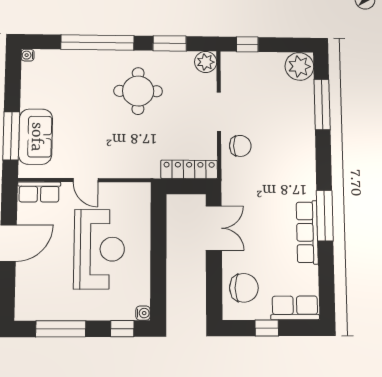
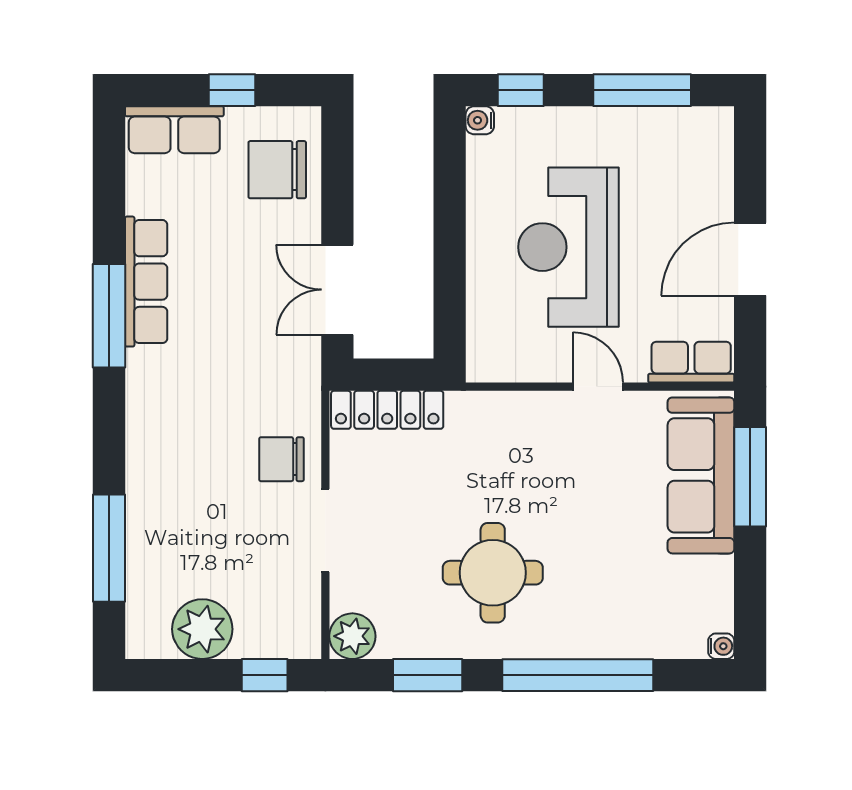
plant: (299, 66) -> (202, 629), moved
sofa: (36, 137) -> (701, 475), width x1.36

